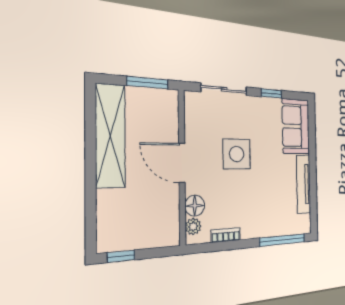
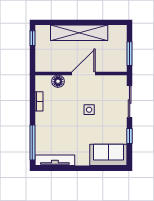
shelving: (110, 136) -> (79, 33), moved
side table: (237, 154) -> (89, 110), width x0.54, depth x0.54
tv unit: (304, 184) -> (55, 160), moved
plant: (193, 226) -> (46, 80), removed

